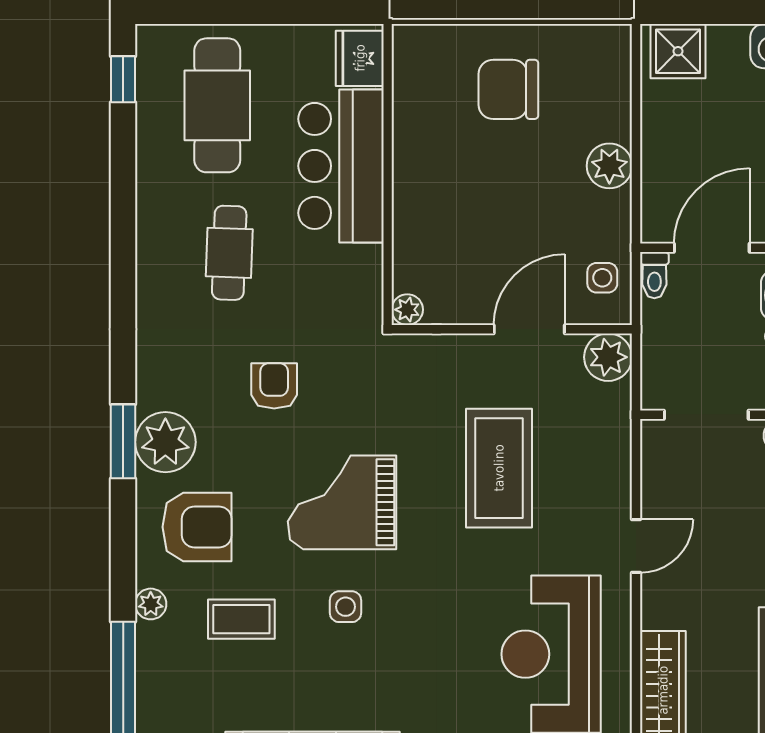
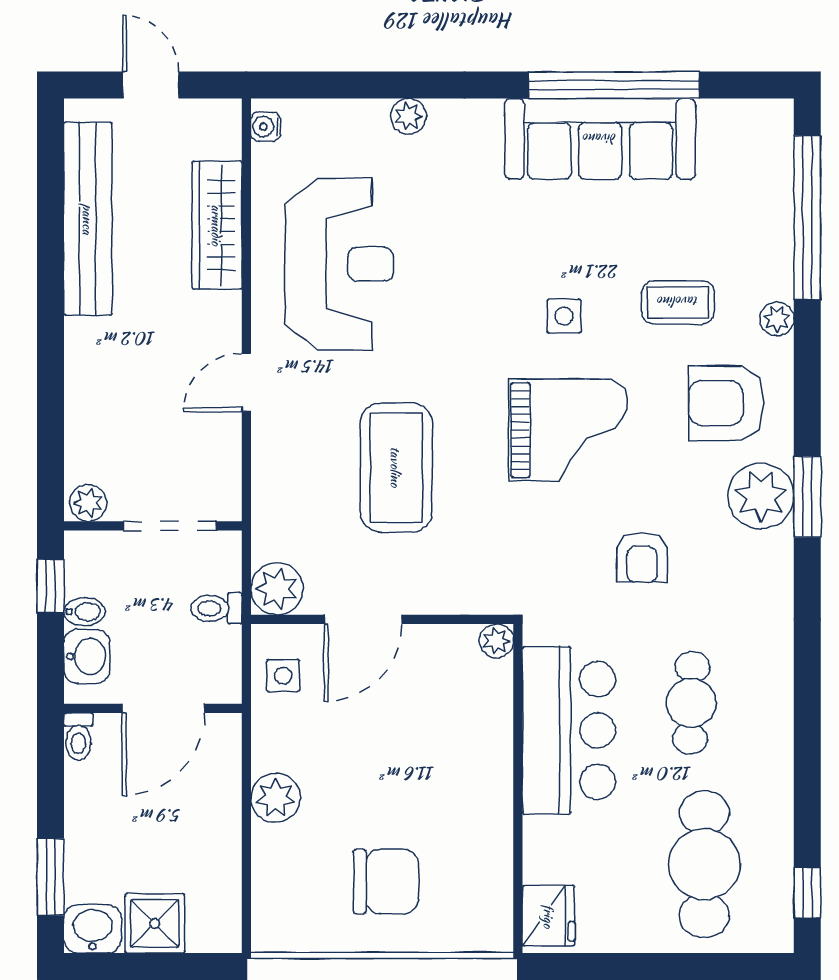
shower: (678, 51) -> (155, 923), moved
bar counter: (341, 166) -> (569, 730), moved
toilet: (654, 275) -> (216, 608), moved, turned -90

